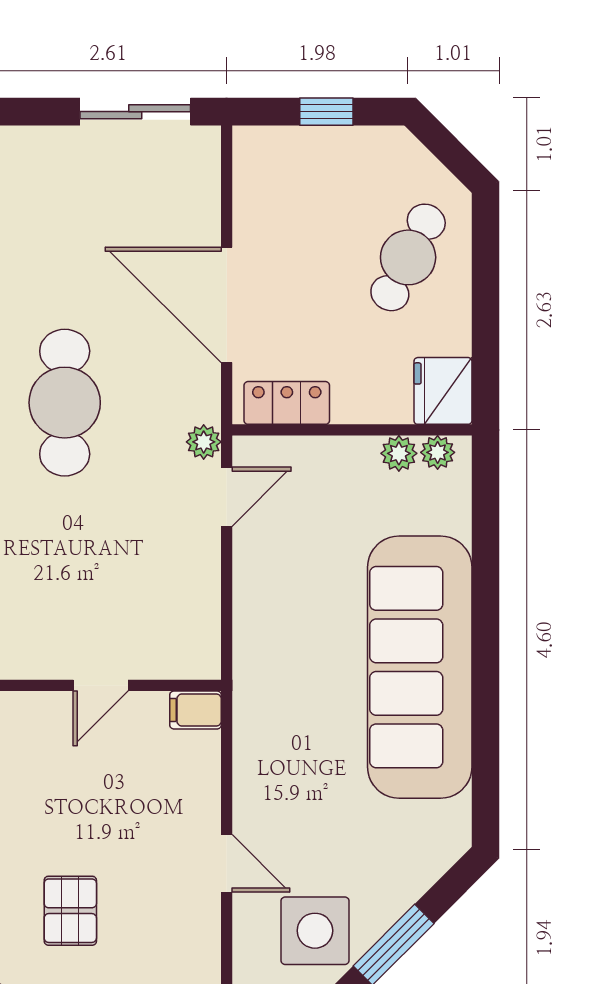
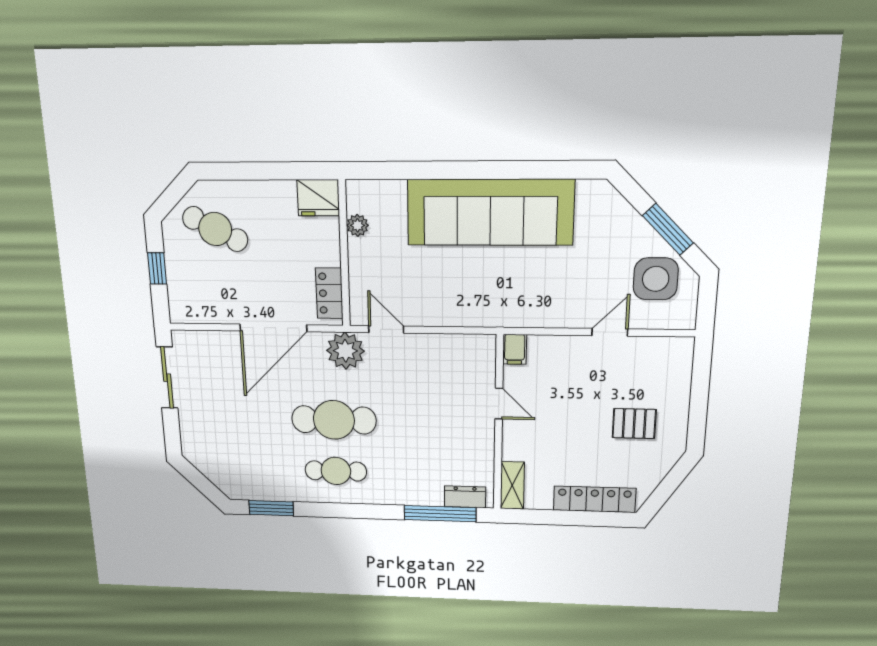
cafe table: (408, 257) -> (215, 229), moved
plant: (204, 442) -> (345, 351), width x1.88, depth x1.88
plant: (438, 452) -> (356, 201), removed

